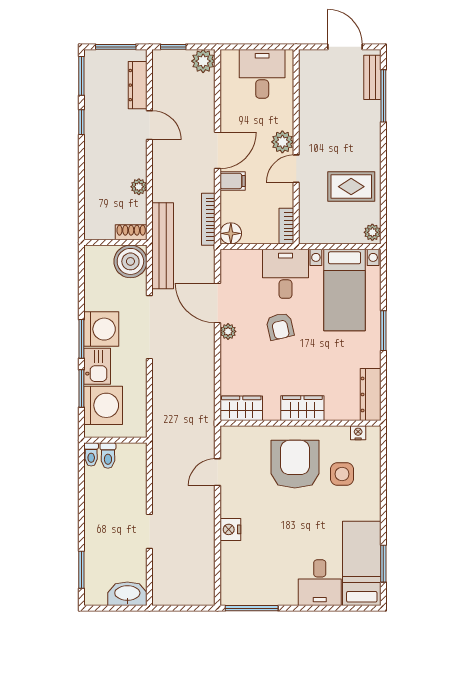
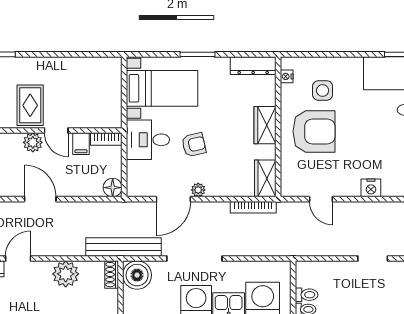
filing cabinet: (233, 181) -> (81, 144), moved, turned 180
plant: (139, 187) -> (66, 274), width x1.88, depth x1.88
rug: (351, 187) -> (30, 105), moved
bookcase: (208, 219) -> (253, 207), moved
plant: (372, 232) -> (112, 64), removed
armchair: (295, 464) -> (314, 132), turned 180

